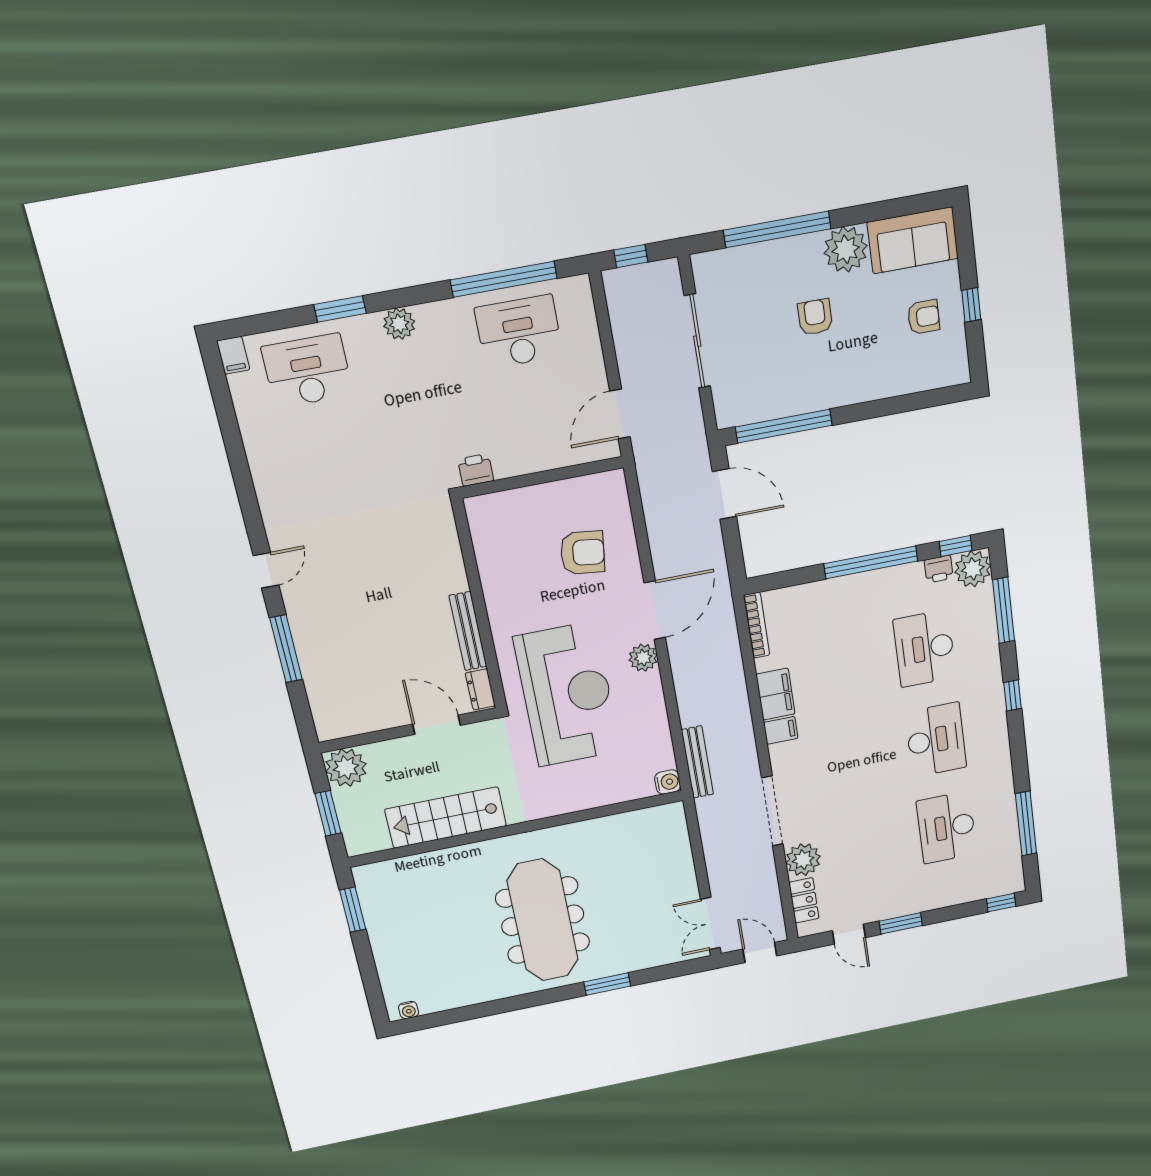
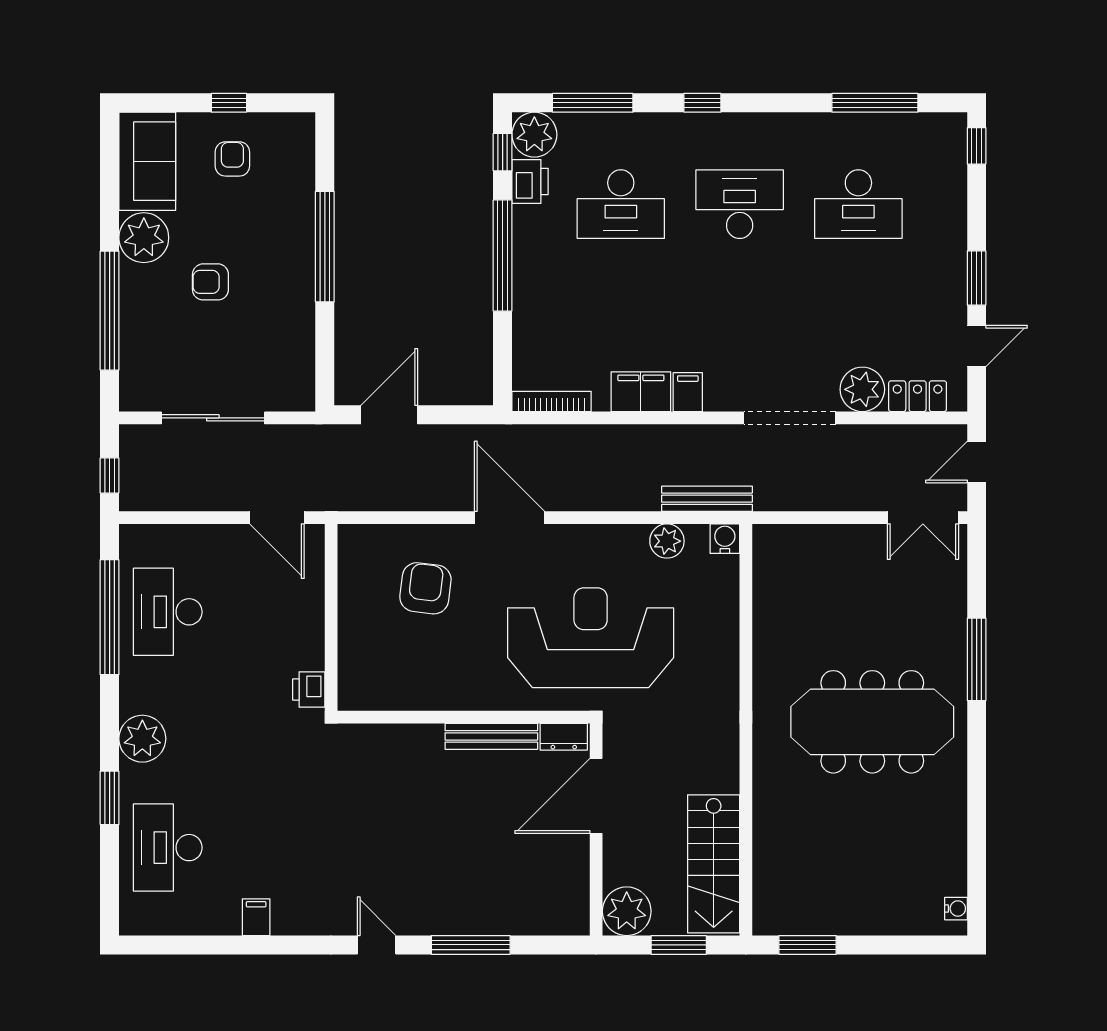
plant: (399, 324) -> (142, 739), width x1.36, depth x1.36
filing cabinet: (233, 355) -> (256, 917), moved, turned -90
window: (784, 426) -> (325, 247), moved
printer: (939, 569) -> (530, 181), width x1.36, depth x1.24
plant: (643, 658) -> (667, 541), moved
door: (437, 725) -> (596, 796), width x1.36
stairs: (446, 818) -> (714, 864), moved
window: (607, 984) -> (977, 659), width x1.44

